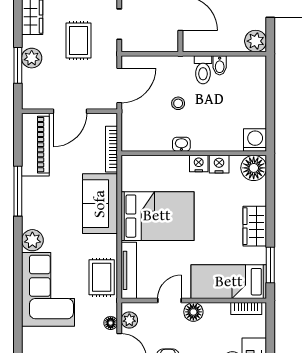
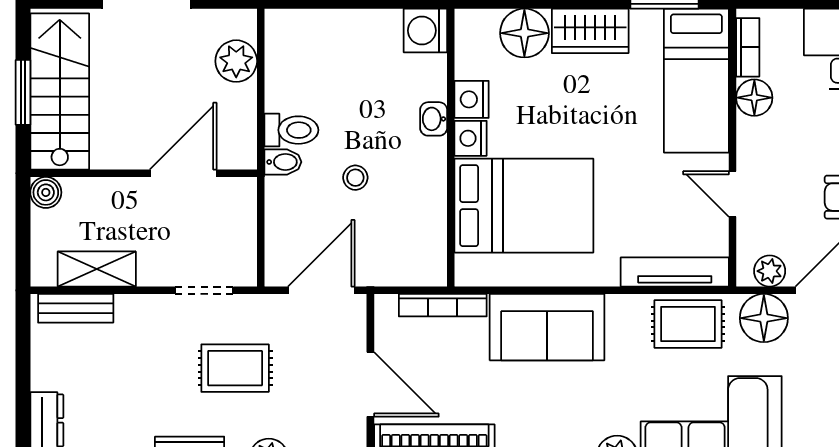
plant: (256, 41) -> (236, 61), moved
bidet: (220, 65) -> (283, 162), moved
door: (119, 85) -> (321, 290), hinge flipped
washbasin: (181, 144) -> (434, 119), moved
floor lamp: (254, 168) -> (524, 33), moved
bed: (157, 216) -> (524, 206), moved, turned 90
floor lamp: (193, 312) -> (754, 98), moved
floor lamp: (111, 323) -> (764, 318), width x1.89, depth x1.89

